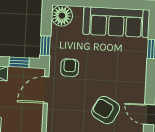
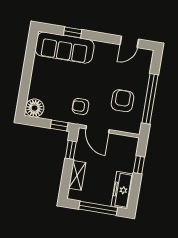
sofa: (116, 22) -> (65, 48), moved, turned 90
armchair: (106, 110) -> (123, 101), moved, turned 152

